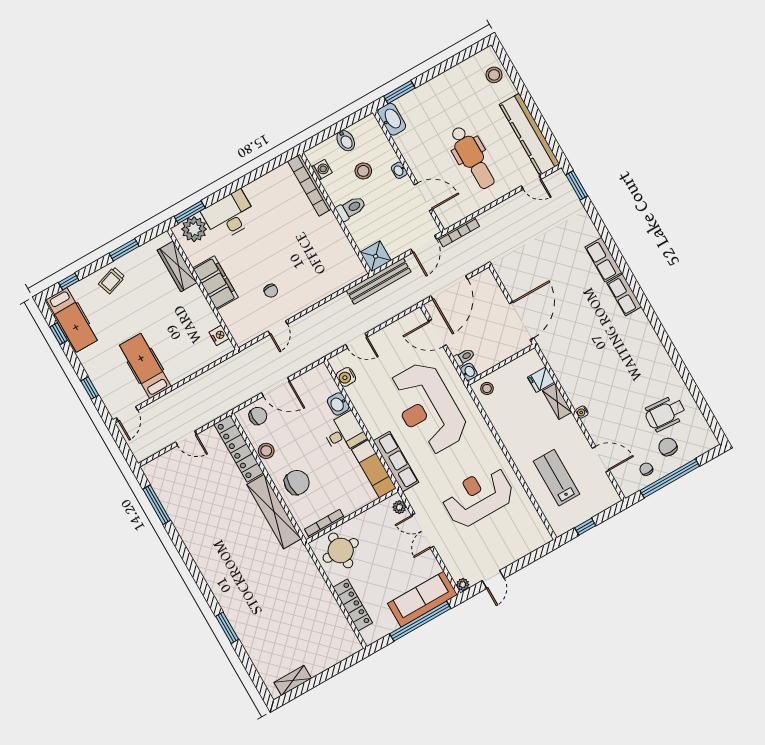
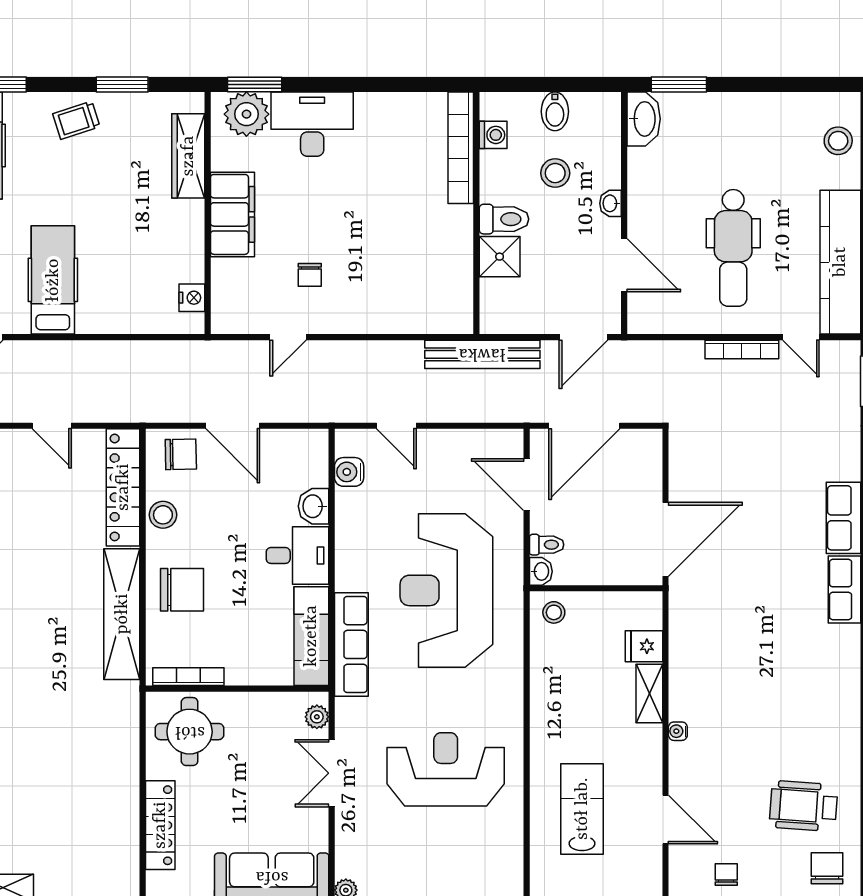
bookcase: (459, 232) -> (742, 349), moved
shower: (376, 256) -> (500, 257), moved
chair: (668, 447) -> (827, 868), moved

